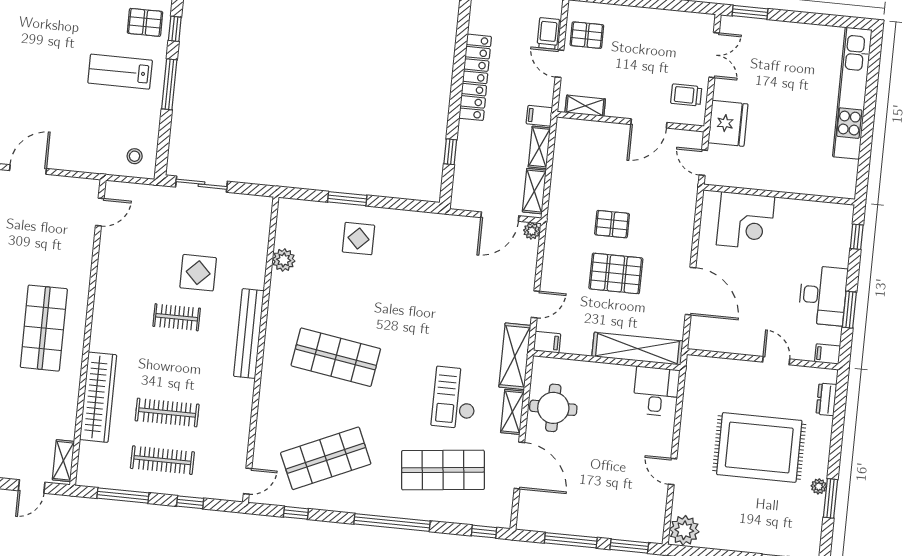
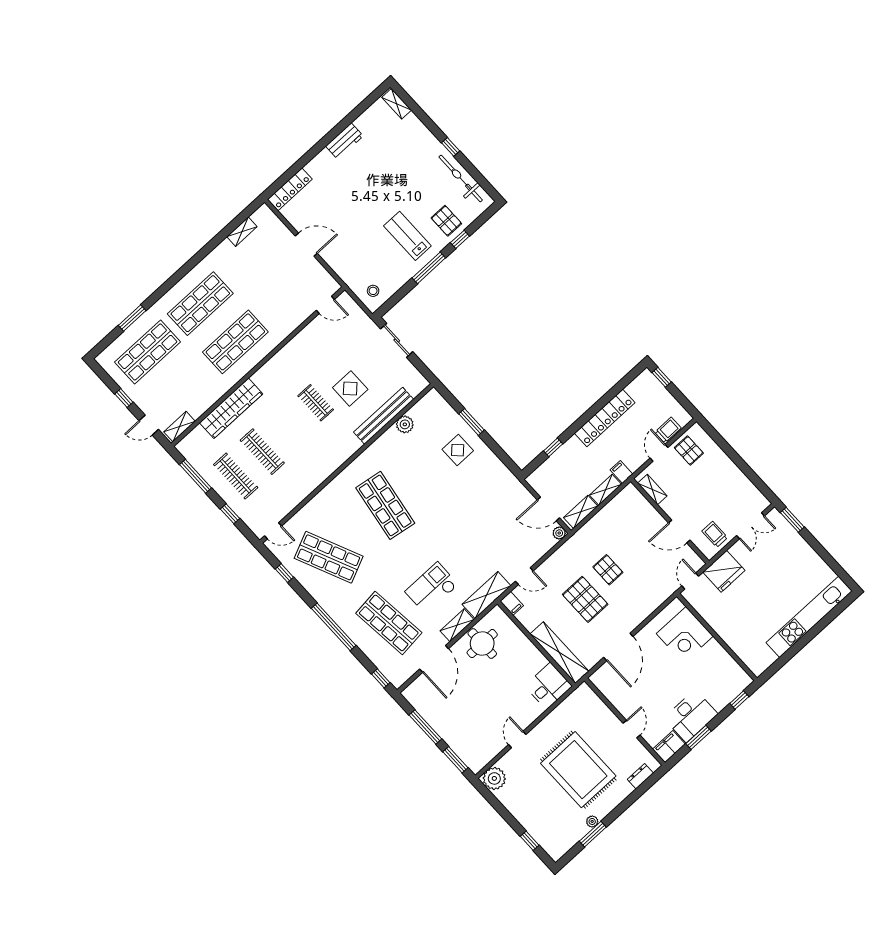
bench: (249, 334) -> (384, 416), moved
filing cabinet: (827, 354) -> (669, 747), width x2.00

